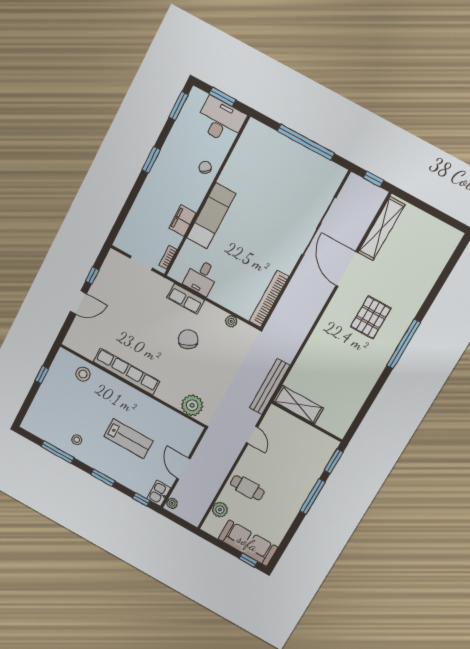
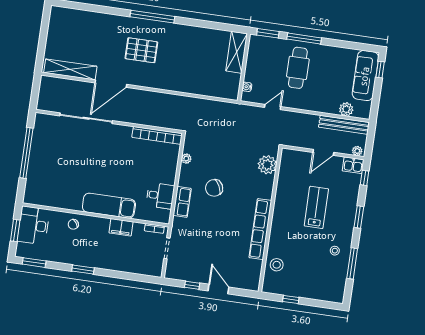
window: (373, 179) -> (35, 90), removed
bench: (270, 387) -> (344, 125), moved
shelving: (298, 405) -> (237, 52), moved
water cooler: (284, 416) -> (247, 87), added
cafe table: (247, 488) -> (298, 68), moved, width x1.37, depth x1.35

